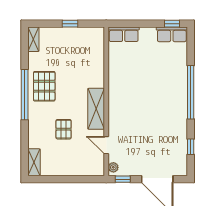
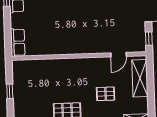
shelving: (96, 109) -> (140, 78), moved, turned 90
plant: (113, 167) -> (139, 48), removed

